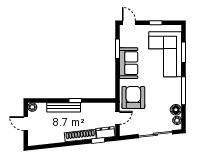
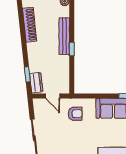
armchair: (133, 98) -> (75, 114), width x0.53, depth x0.53
shoe rack: (80, 136) -> (30, 25), moved

